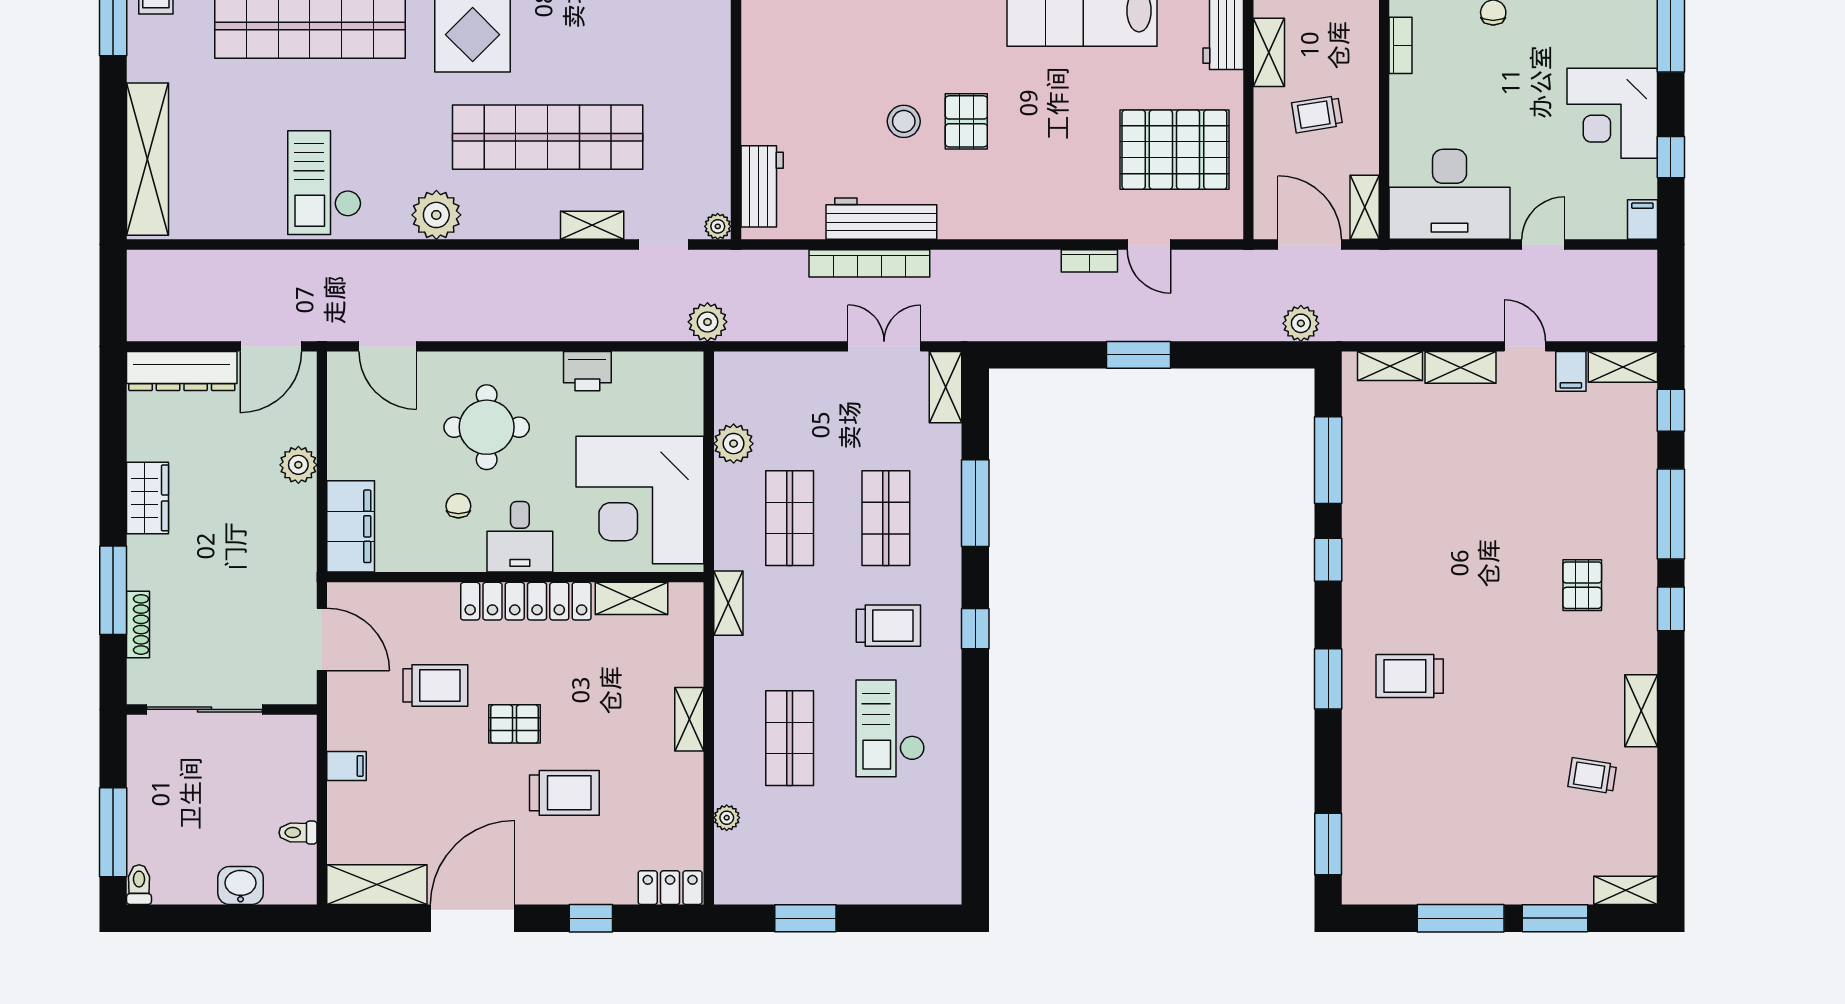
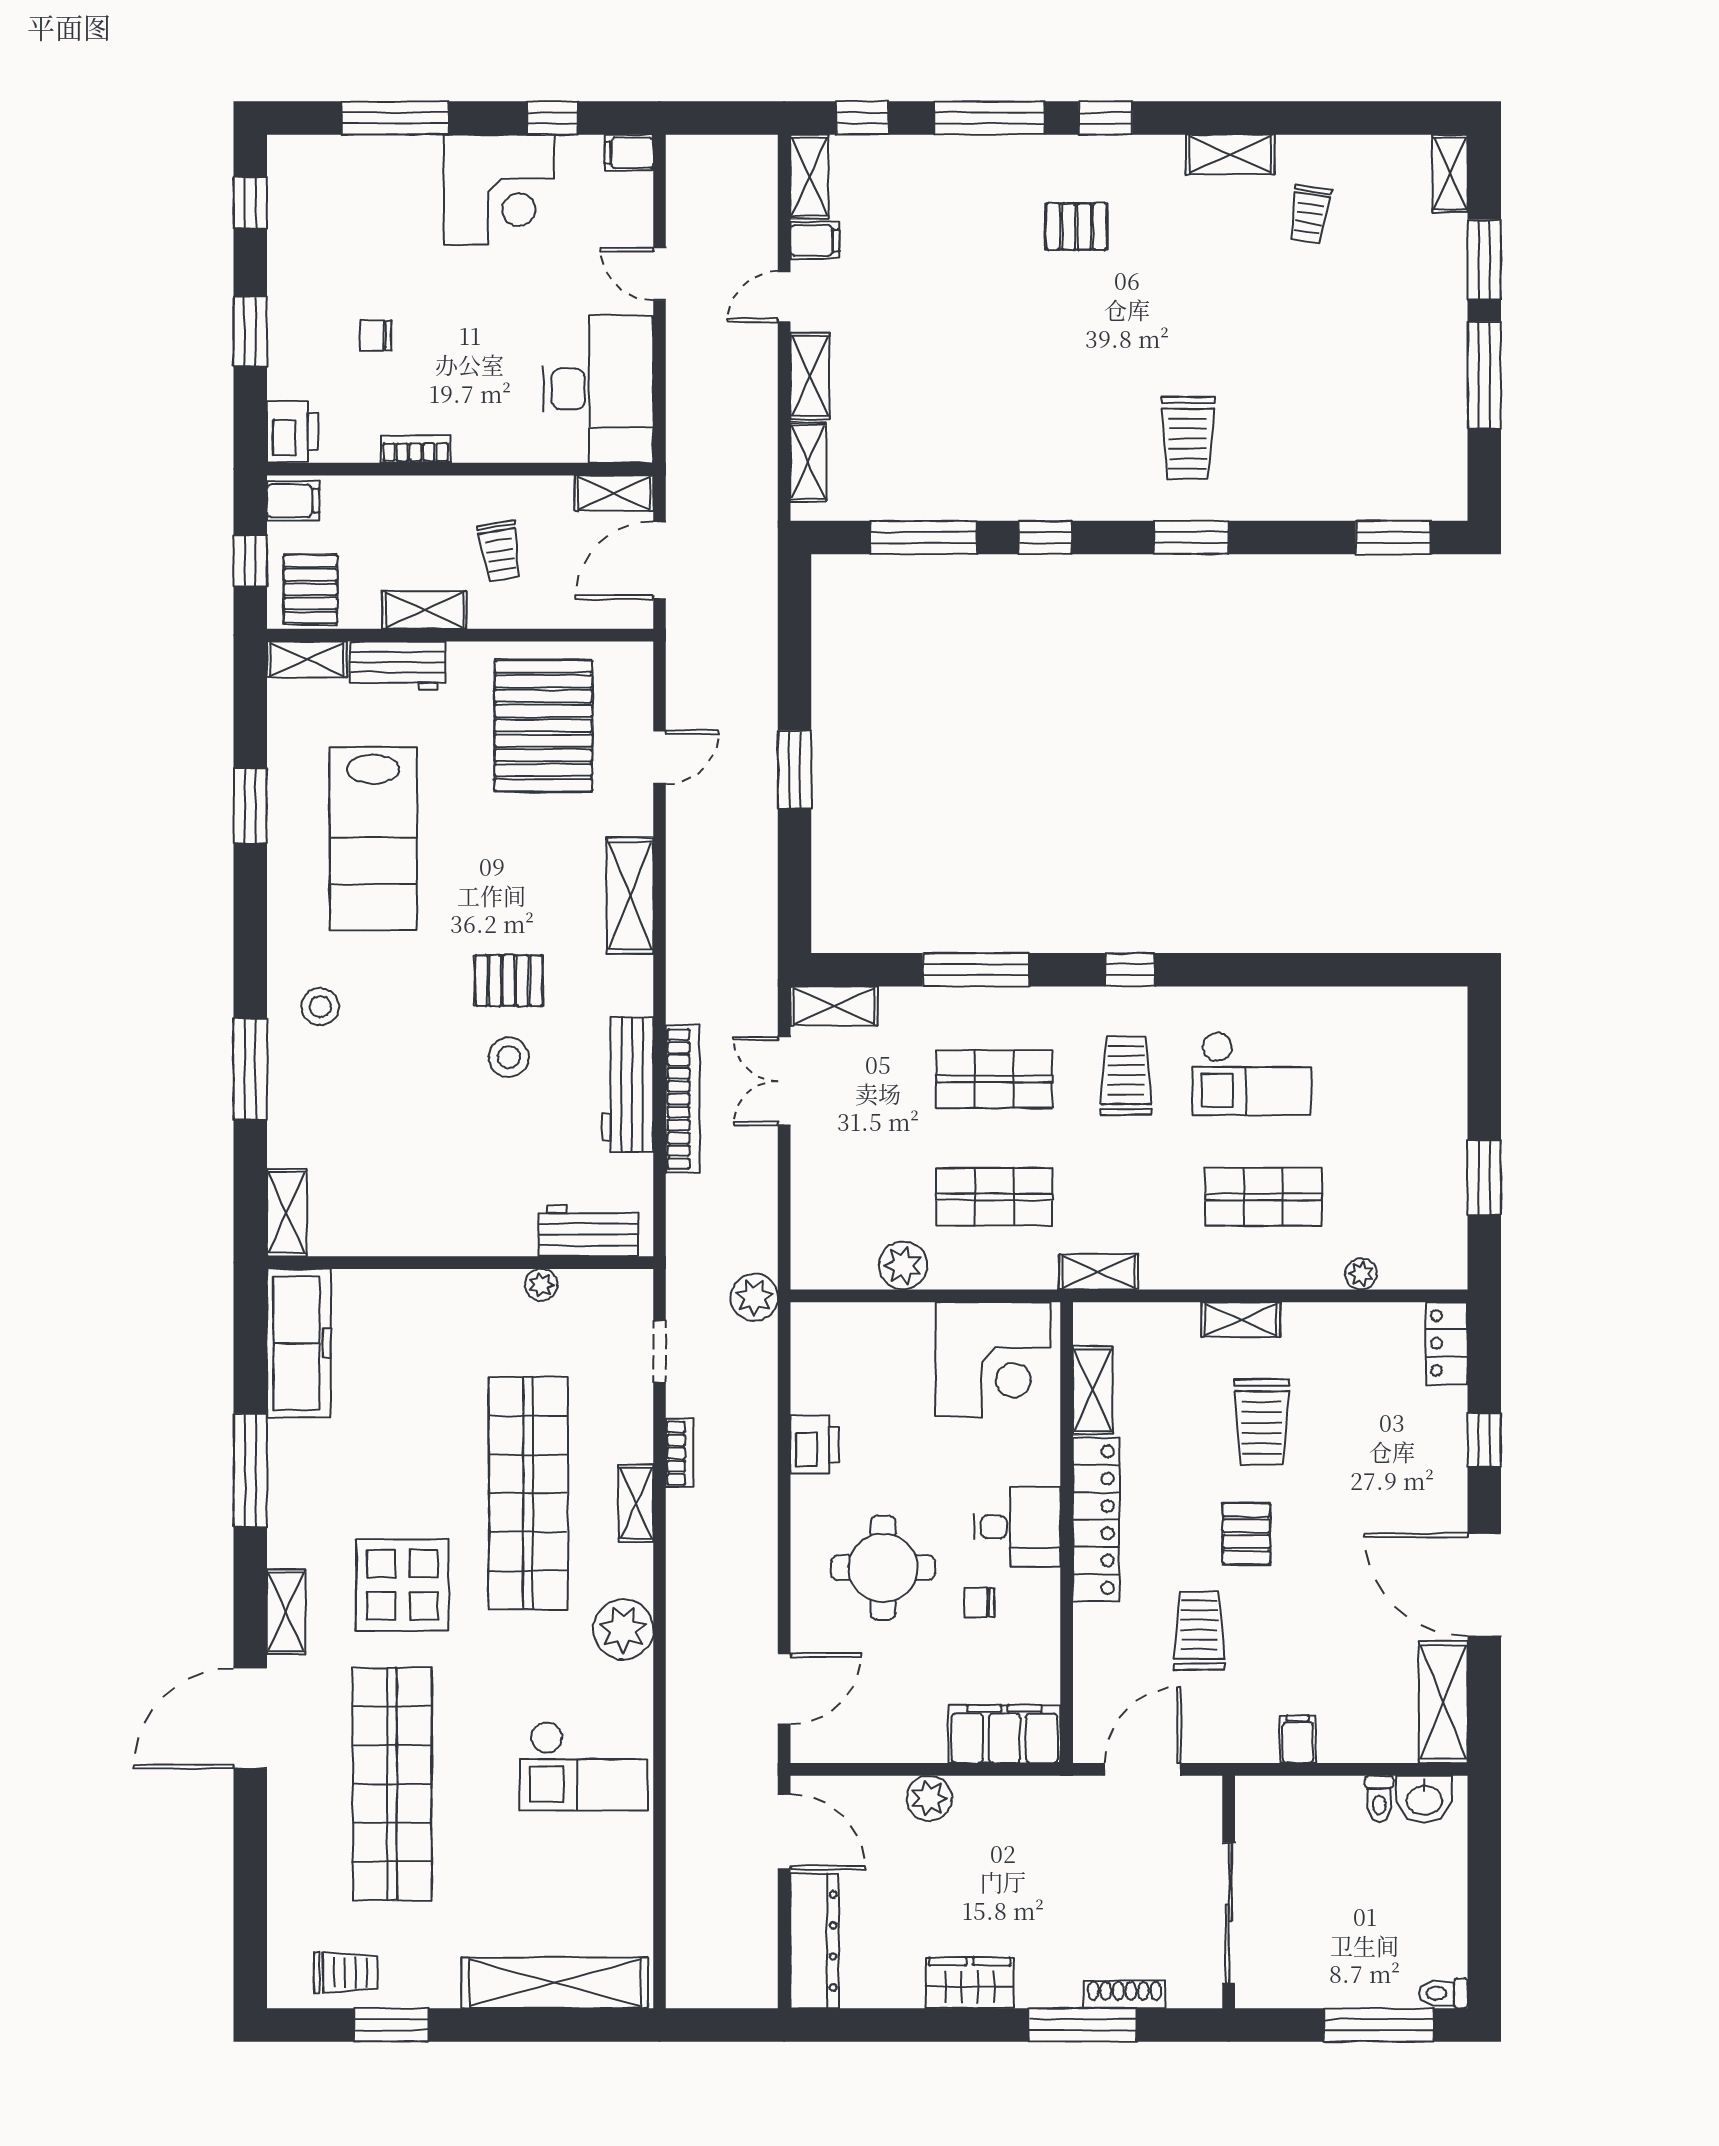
shelving: (1036, 220) -> (630, 896), added
shelving: (592, 225) -> (636, 1503), moved
plant: (718, 226) -> (541, 1285), moved
bookcase: (1089, 261) -> (679, 1453), moved
plant: (1301, 323) -> (756, 571), removed
corner desk: (640, 500) -> (993, 1359), width x0.74, depth x0.74
trolley: (564, 793) -> (1262, 1422), moved, turned 180
washbasin: (241, 886) -> (1424, 1799), moved, turned -90

